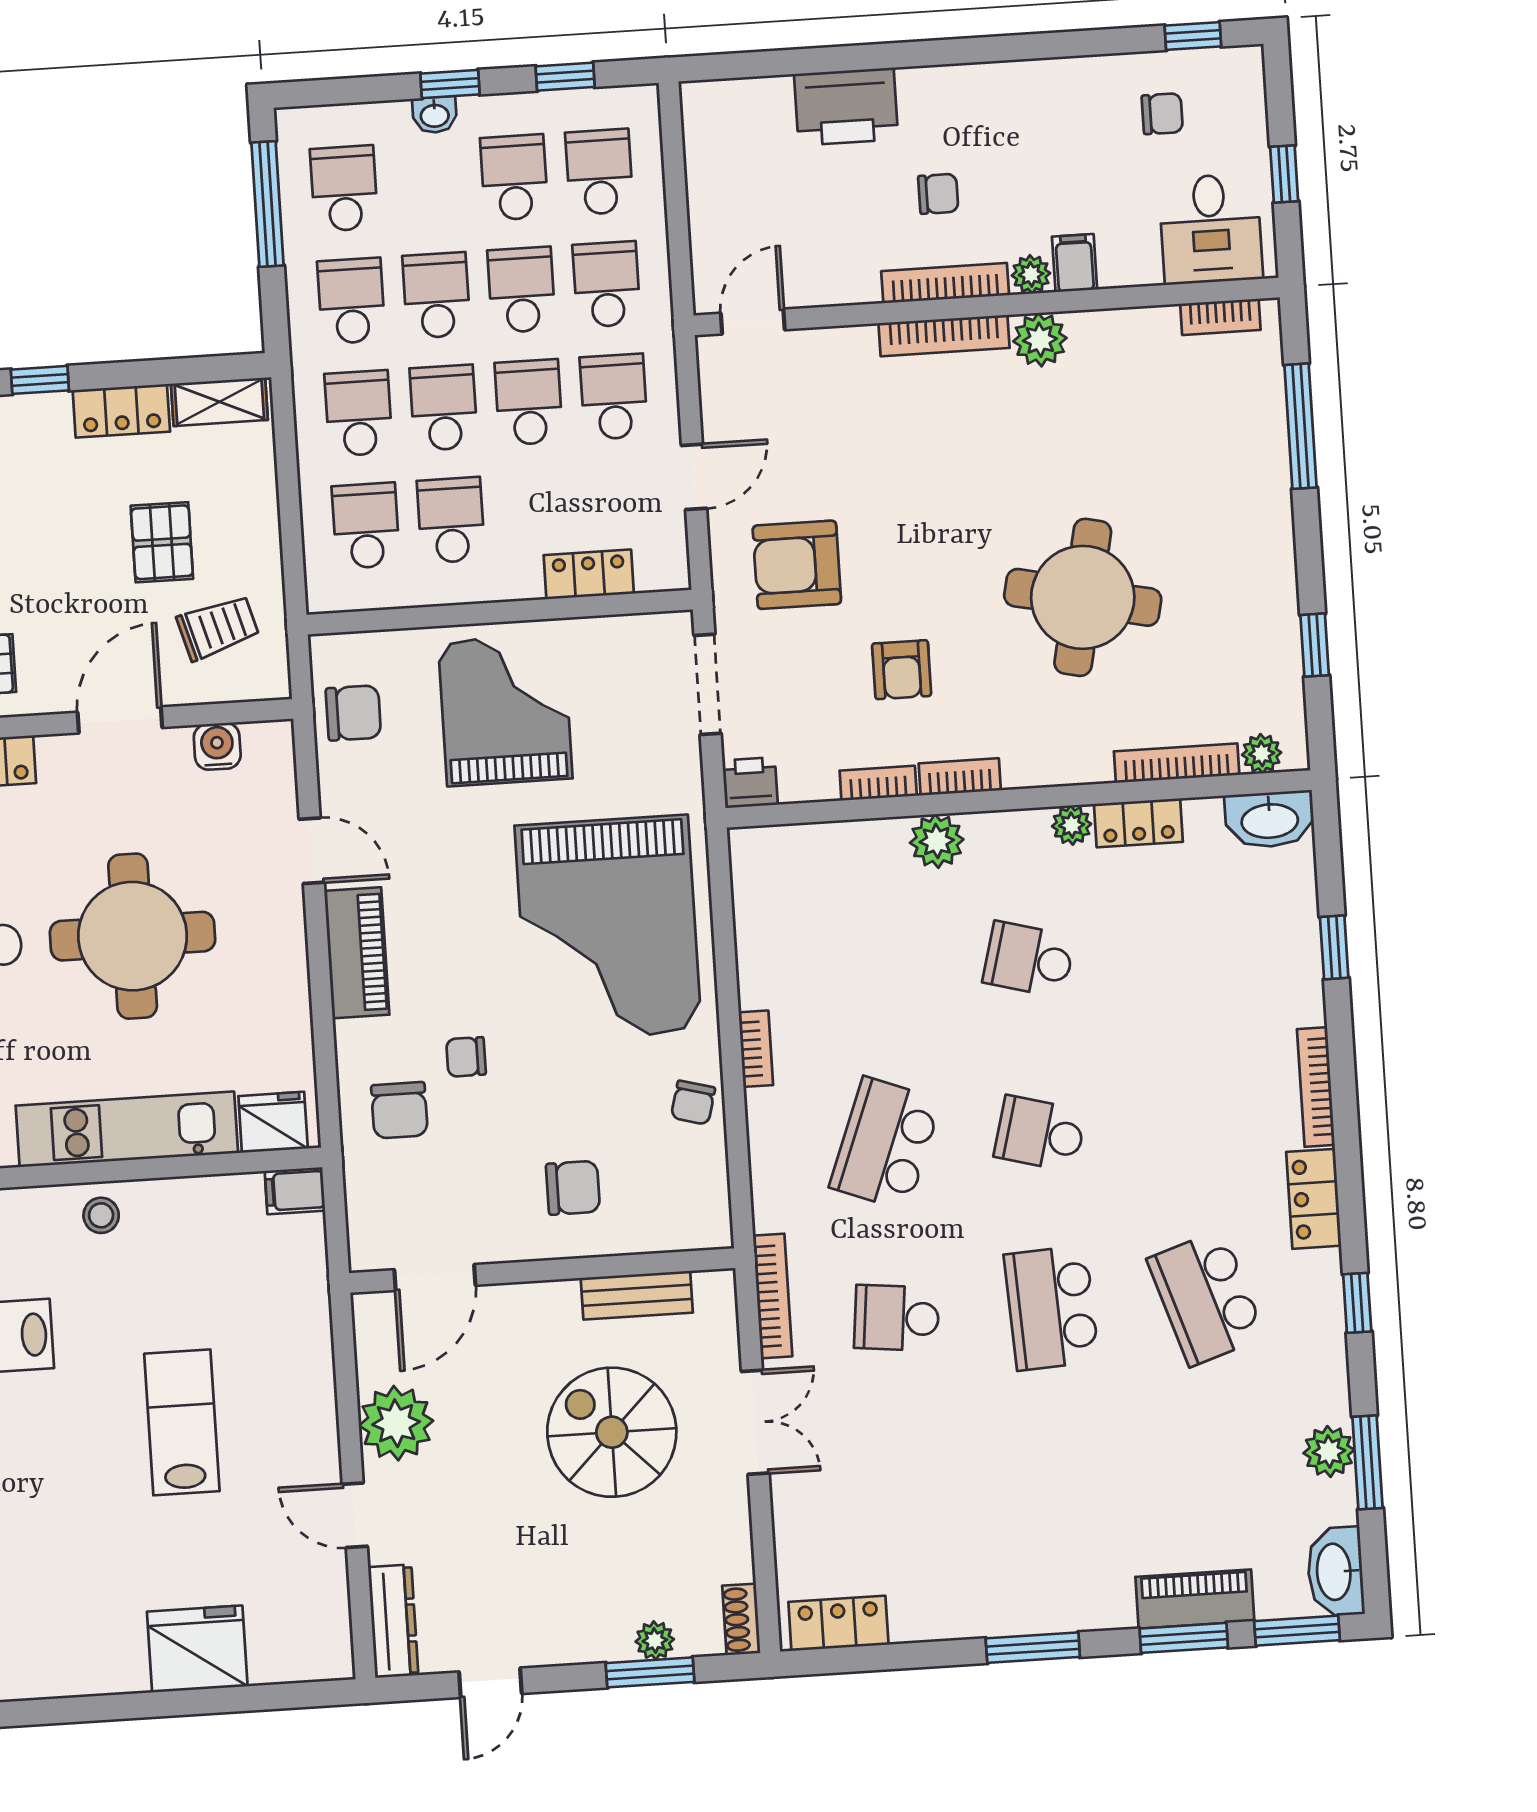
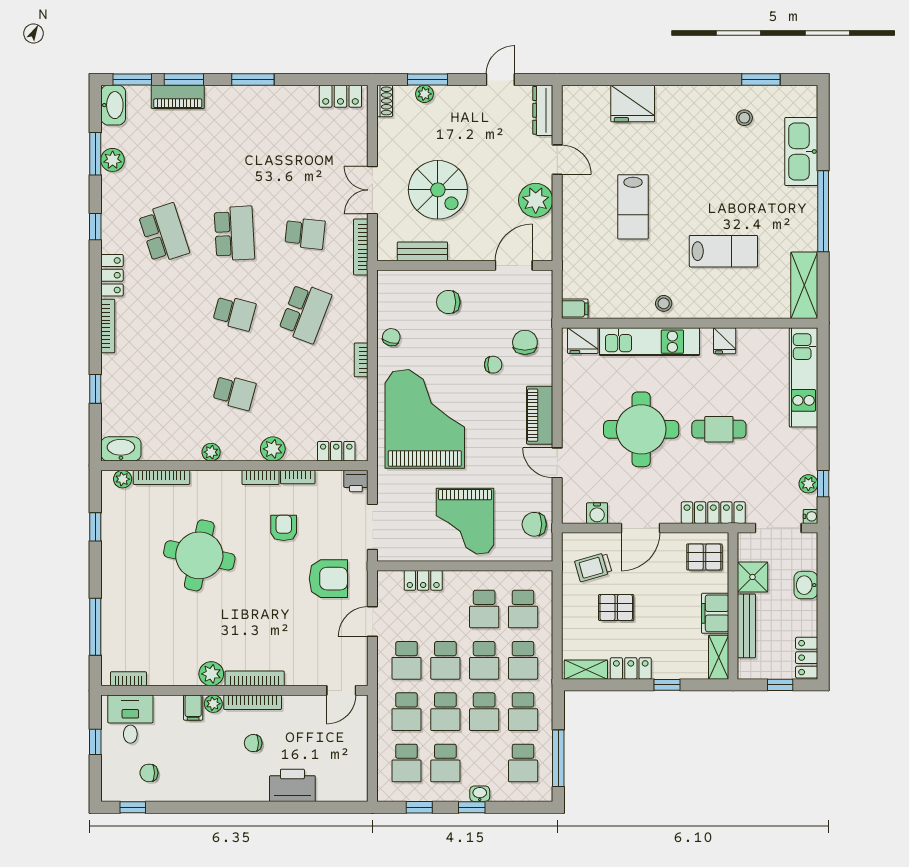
pallet: (162, 542) -> (616, 608), turned 90
locker: (1138, 823) -> (336, 451), moved

